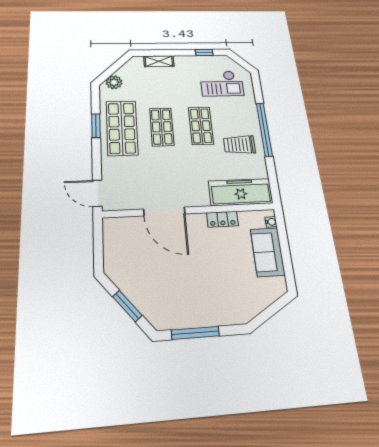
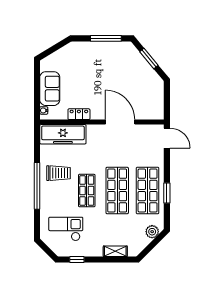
shop shelf: (162, 127) -> (117, 191), width x1.43, depth x1.36

